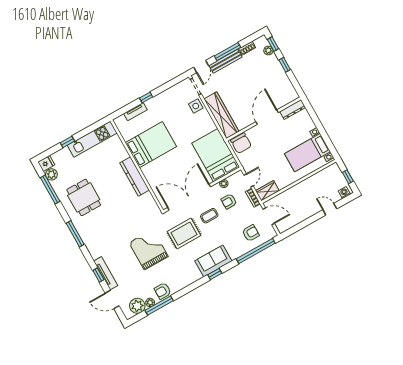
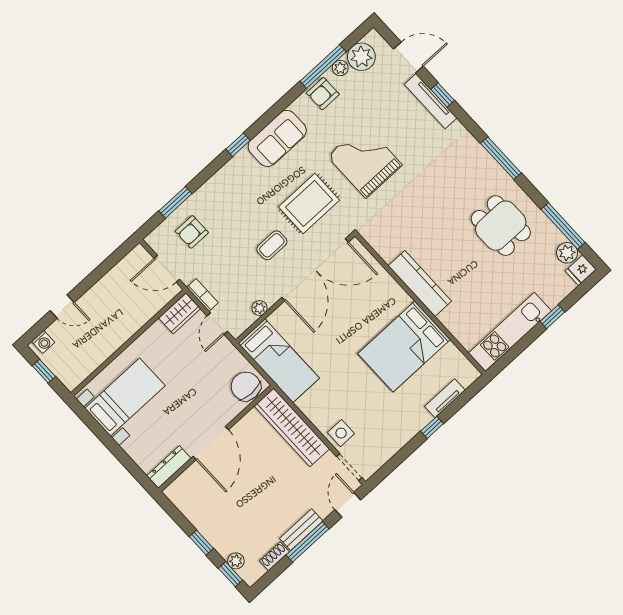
bench: (225, 61) -> (301, 530), width x0.73
bed: (216, 155) -> (279, 361), width x0.67
armchair: (229, 201) -> (243, 279), removed
grand piano: (149, 249) -> (365, 161), turned 180
window: (256, 251) -> (175, 202), width x0.47
sofa: (213, 261) -> (277, 138), moved
armchair: (163, 291) -> (323, 94), turned 180

